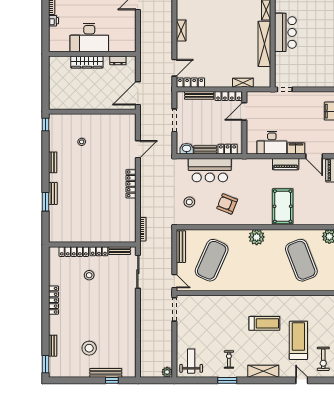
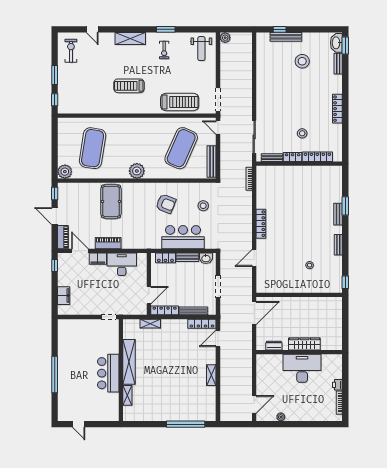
exercise mat: (301, 260) -> (93, 148), turned 30
treadmill: (298, 340) -> (180, 102), moved, turned -90
washbasin: (54, 367) -> (336, 43), added

